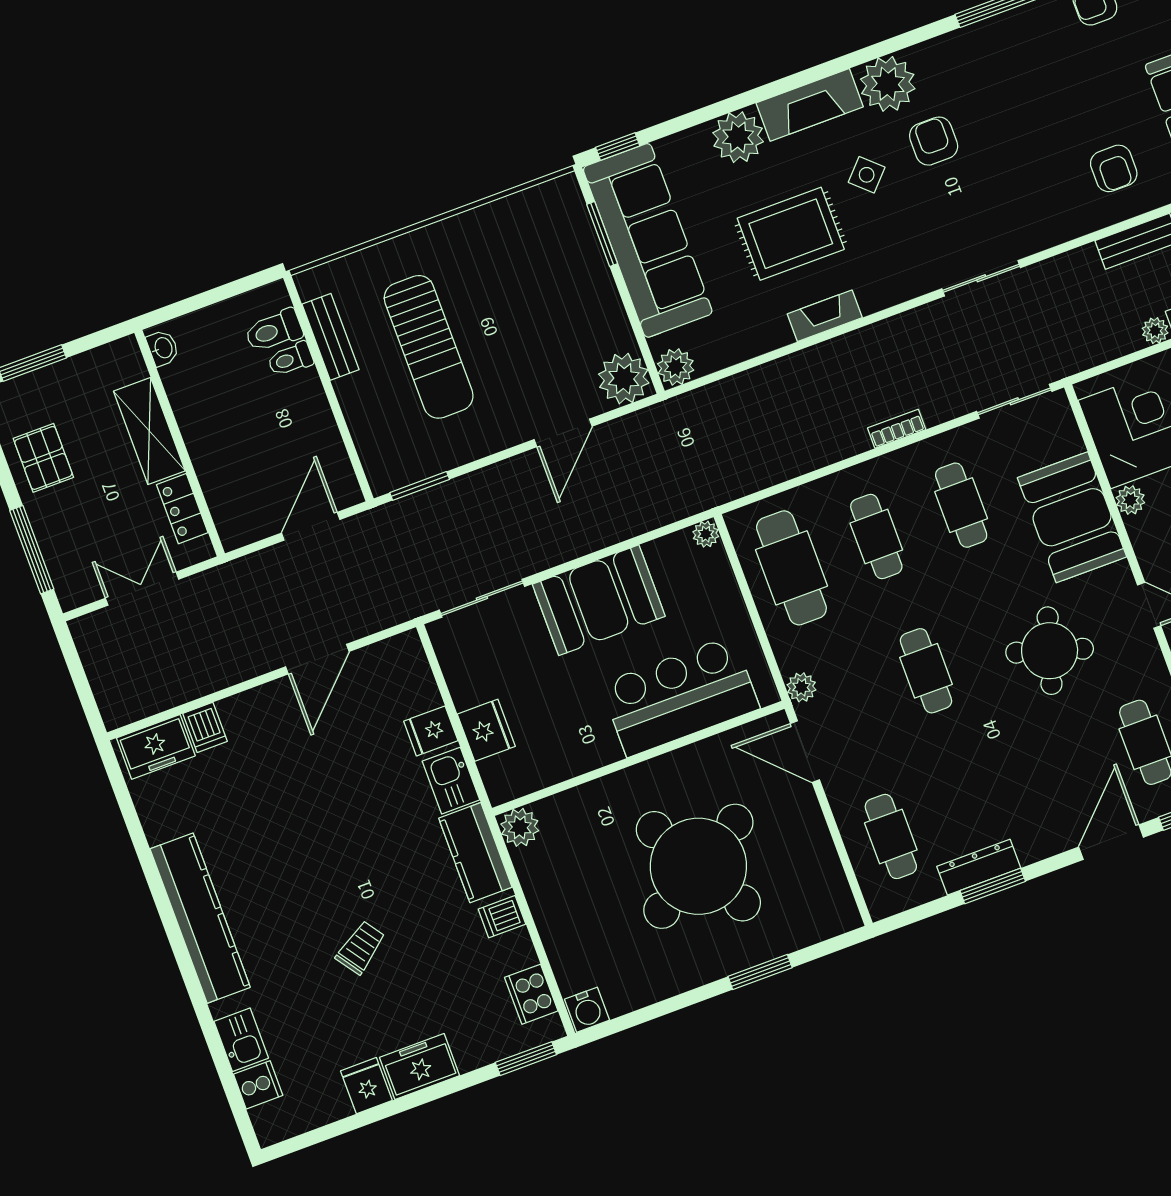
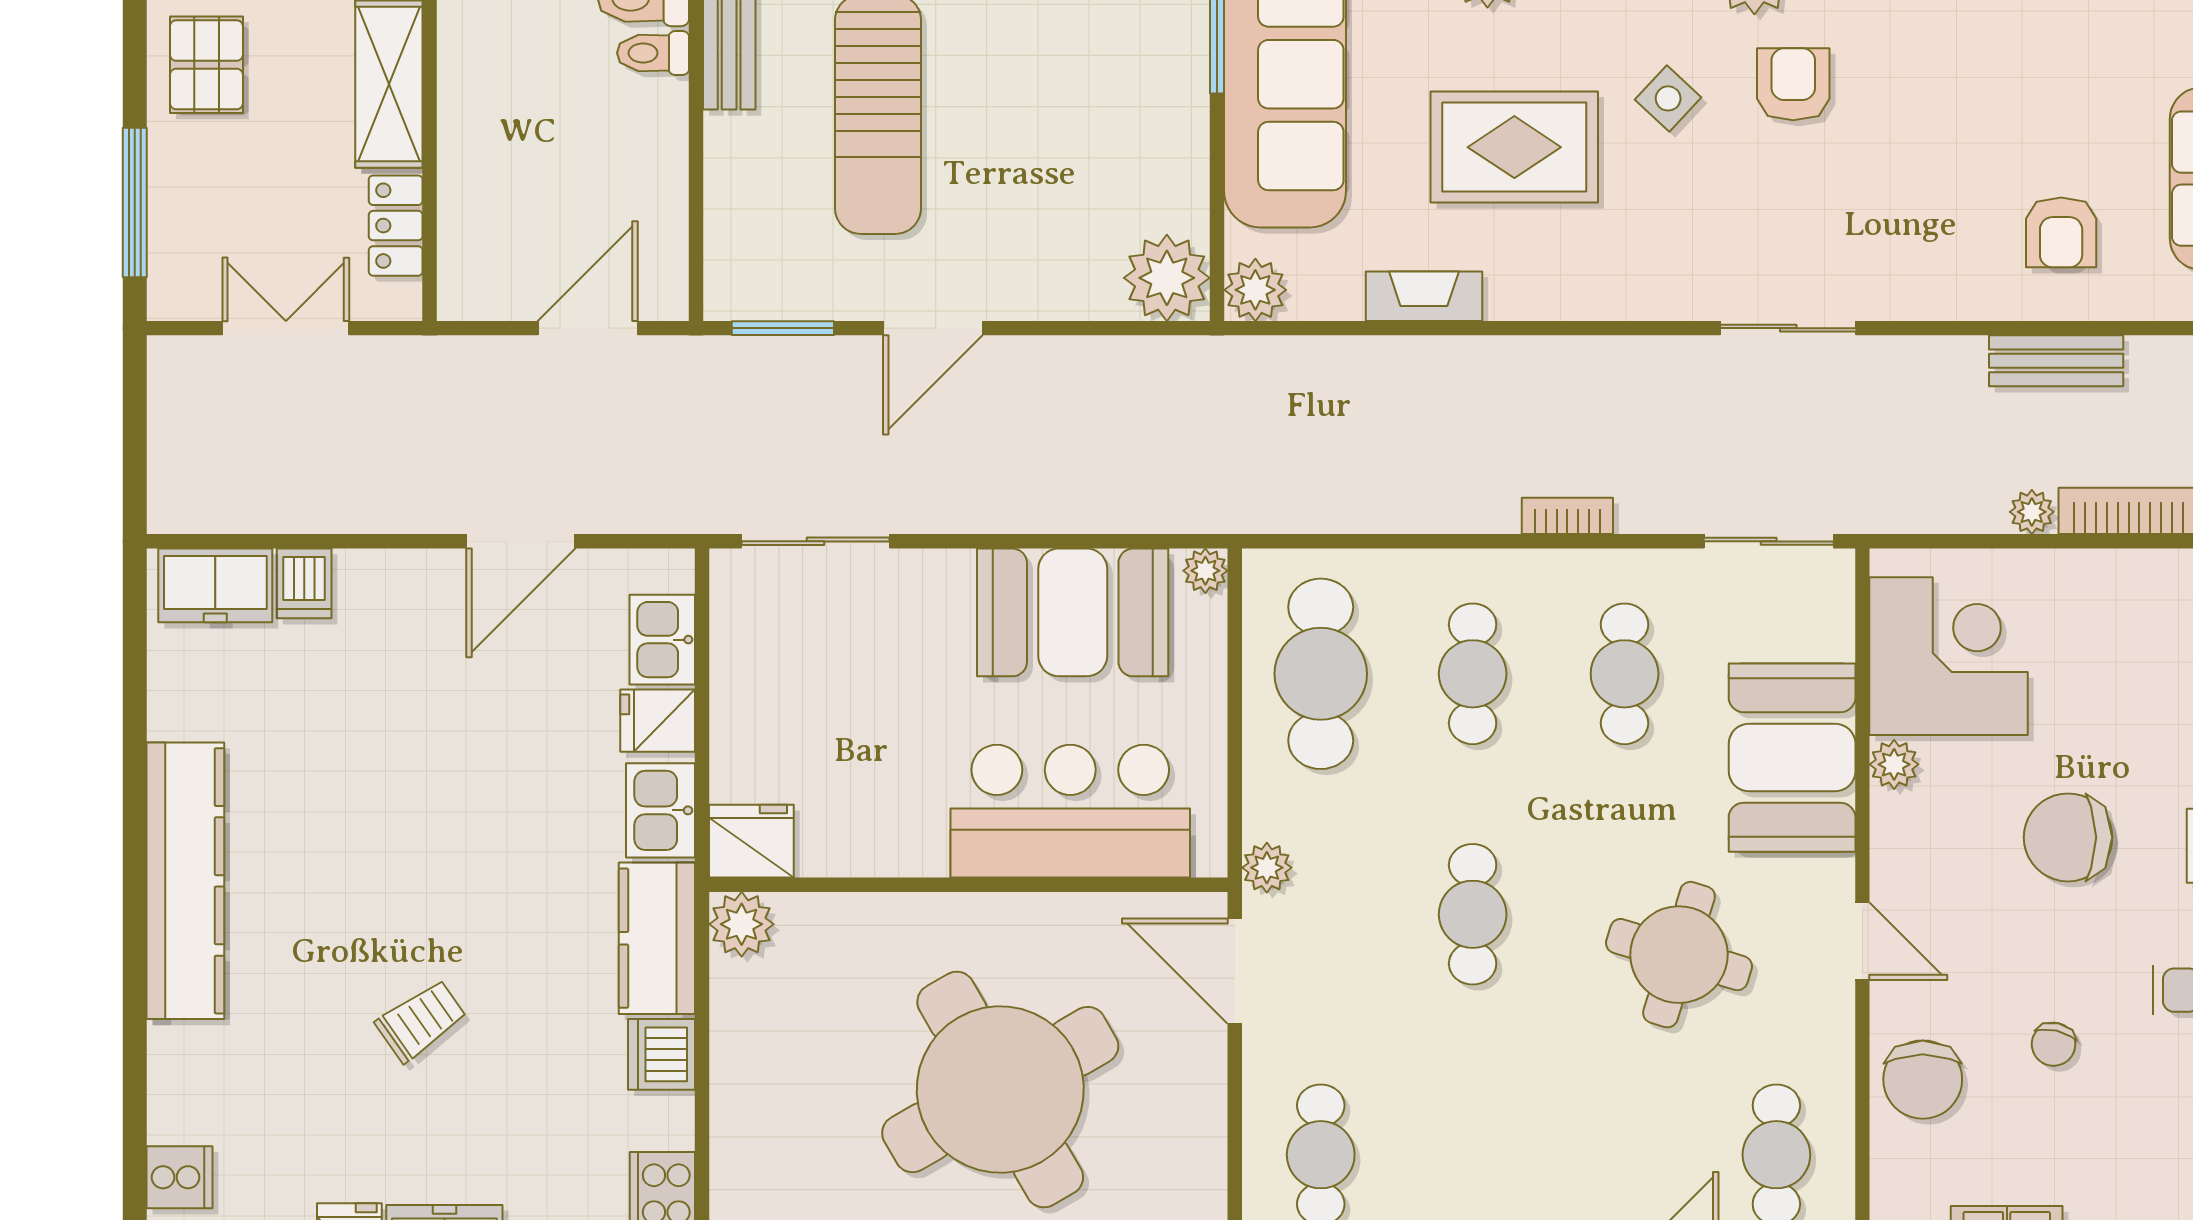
fireplace: (825, 316) -> (1424, 296), moved
door: (563, 433) -> (933, 328), moved
booth: (599, 600) -> (1073, 612), moved
fridge: (486, 730) -> (751, 841), moved, turned -90
dishwasher: (502, 917) -> (662, 1054), width x1.38
kitchen sink: (241, 1040) -> (662, 640), moved, turned 180

